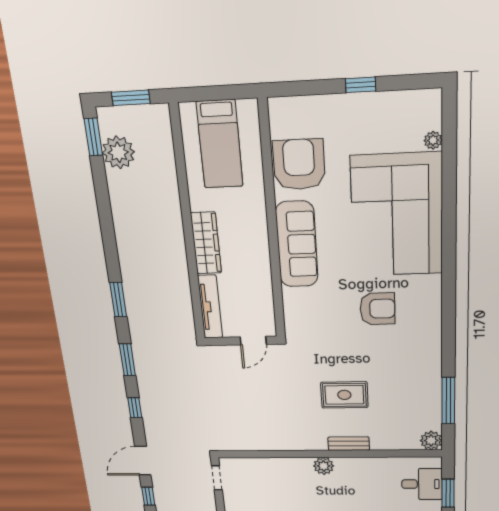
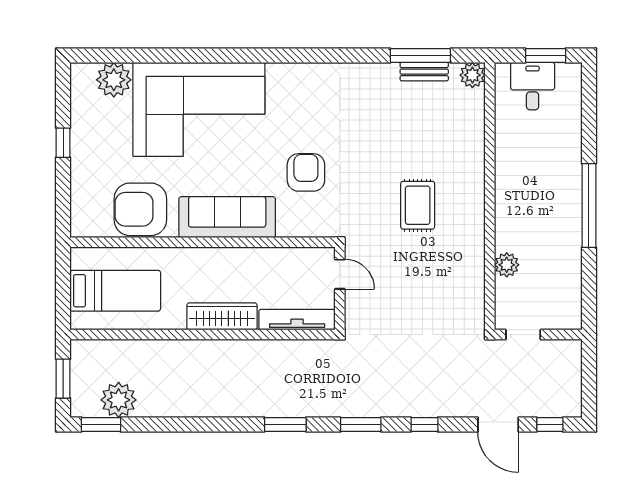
plant: (433, 140) -> (114, 80), width x1.88, depth x1.88
armchair: (378, 309) -> (306, 172), moved
rug: (344, 395) -> (418, 205), moved
bench: (349, 444) -> (424, 72), moved, turned 90
plant: (324, 466) -> (507, 265), moved

